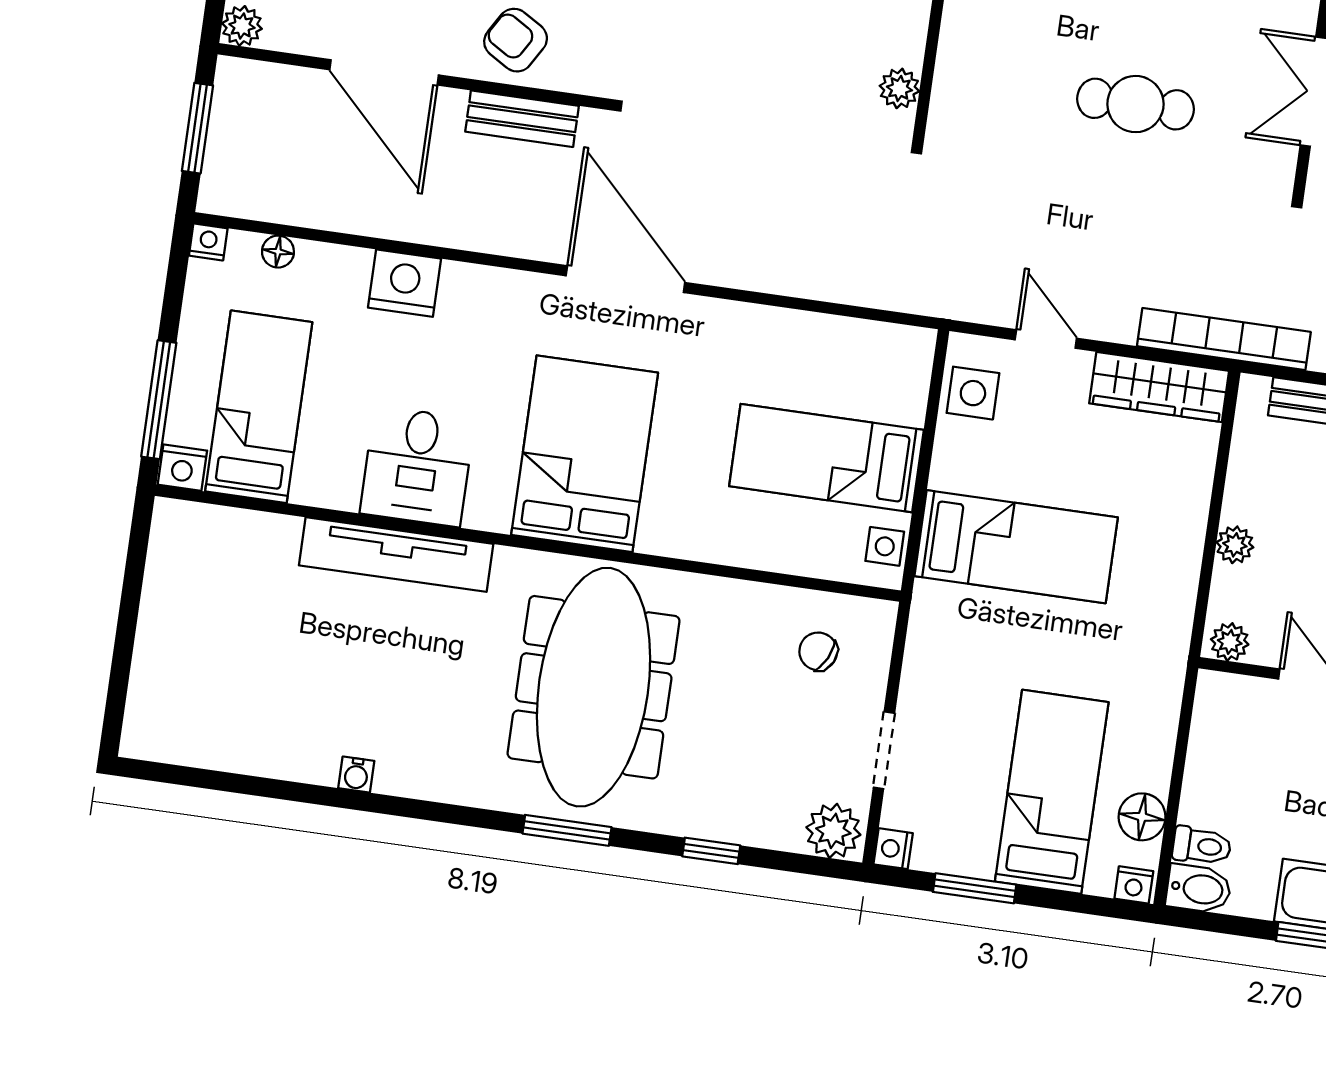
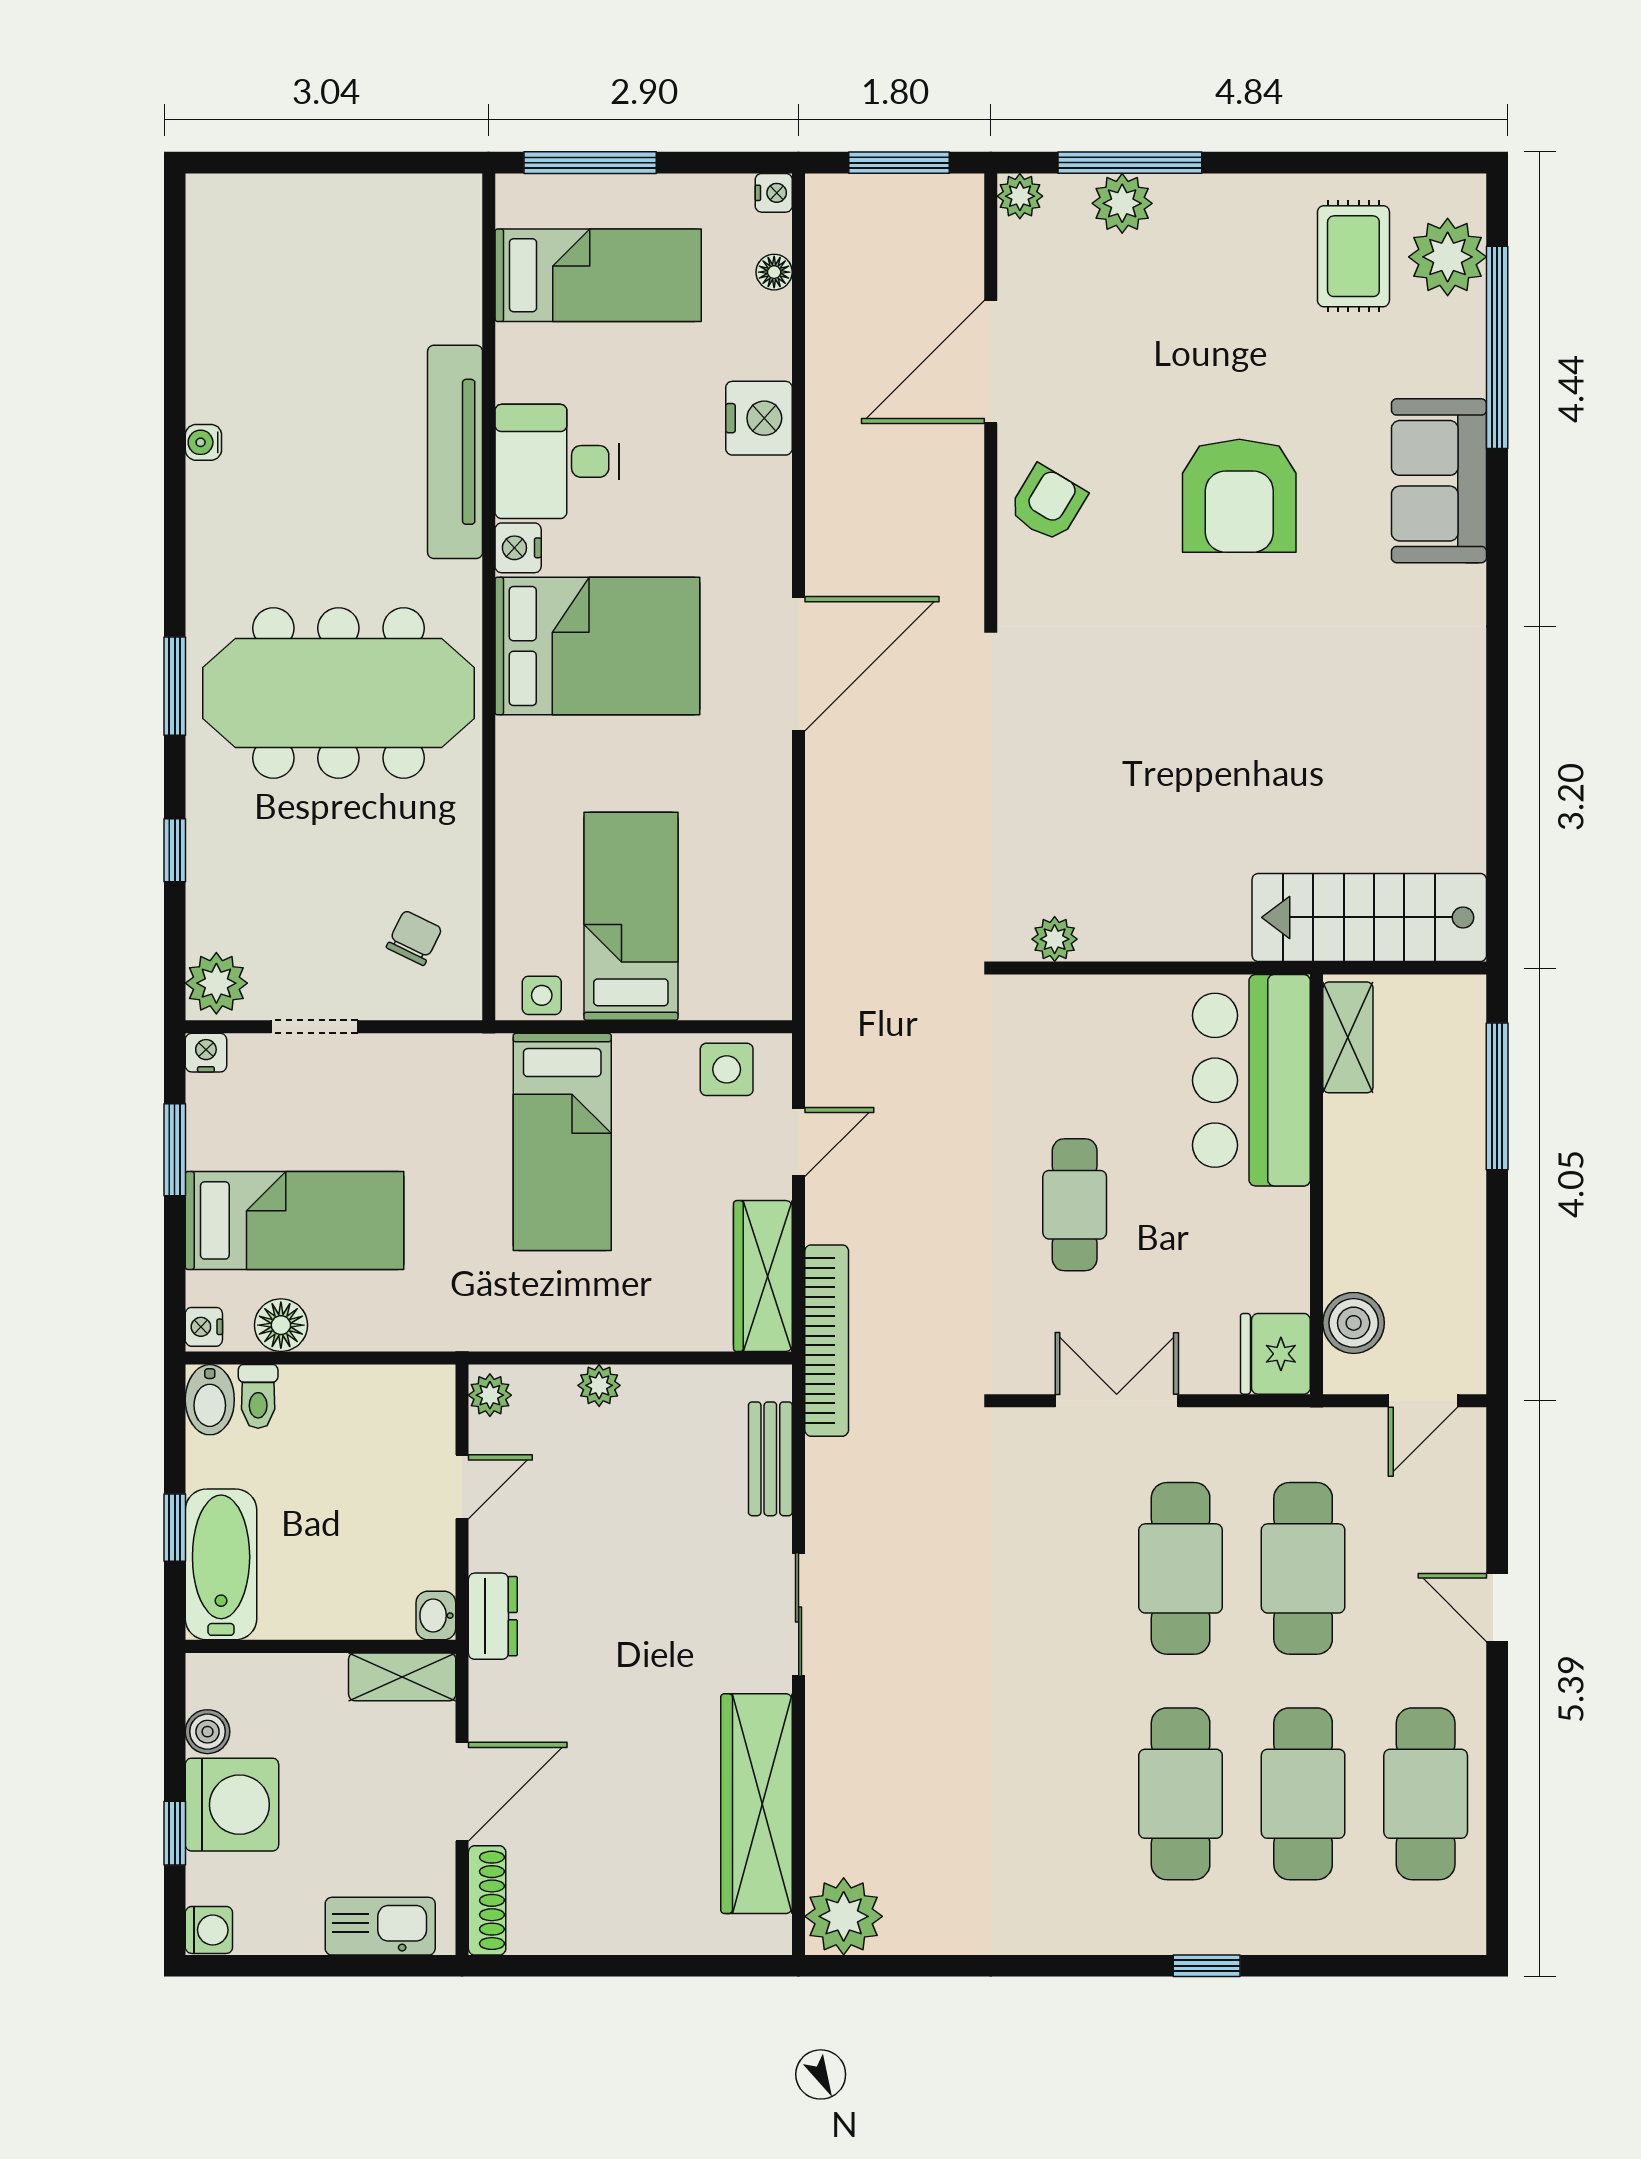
bench: (522, 119) -> (961, 523), removed
nightstand: (182, 468) -> (518, 548), moved

